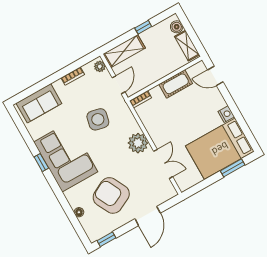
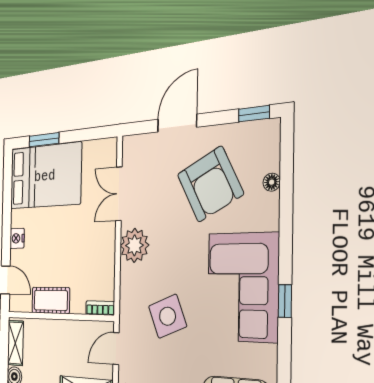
nightstand: (226, 114) -> (17, 238), moved
side table: (98, 119) -> (167, 316), turned -34

